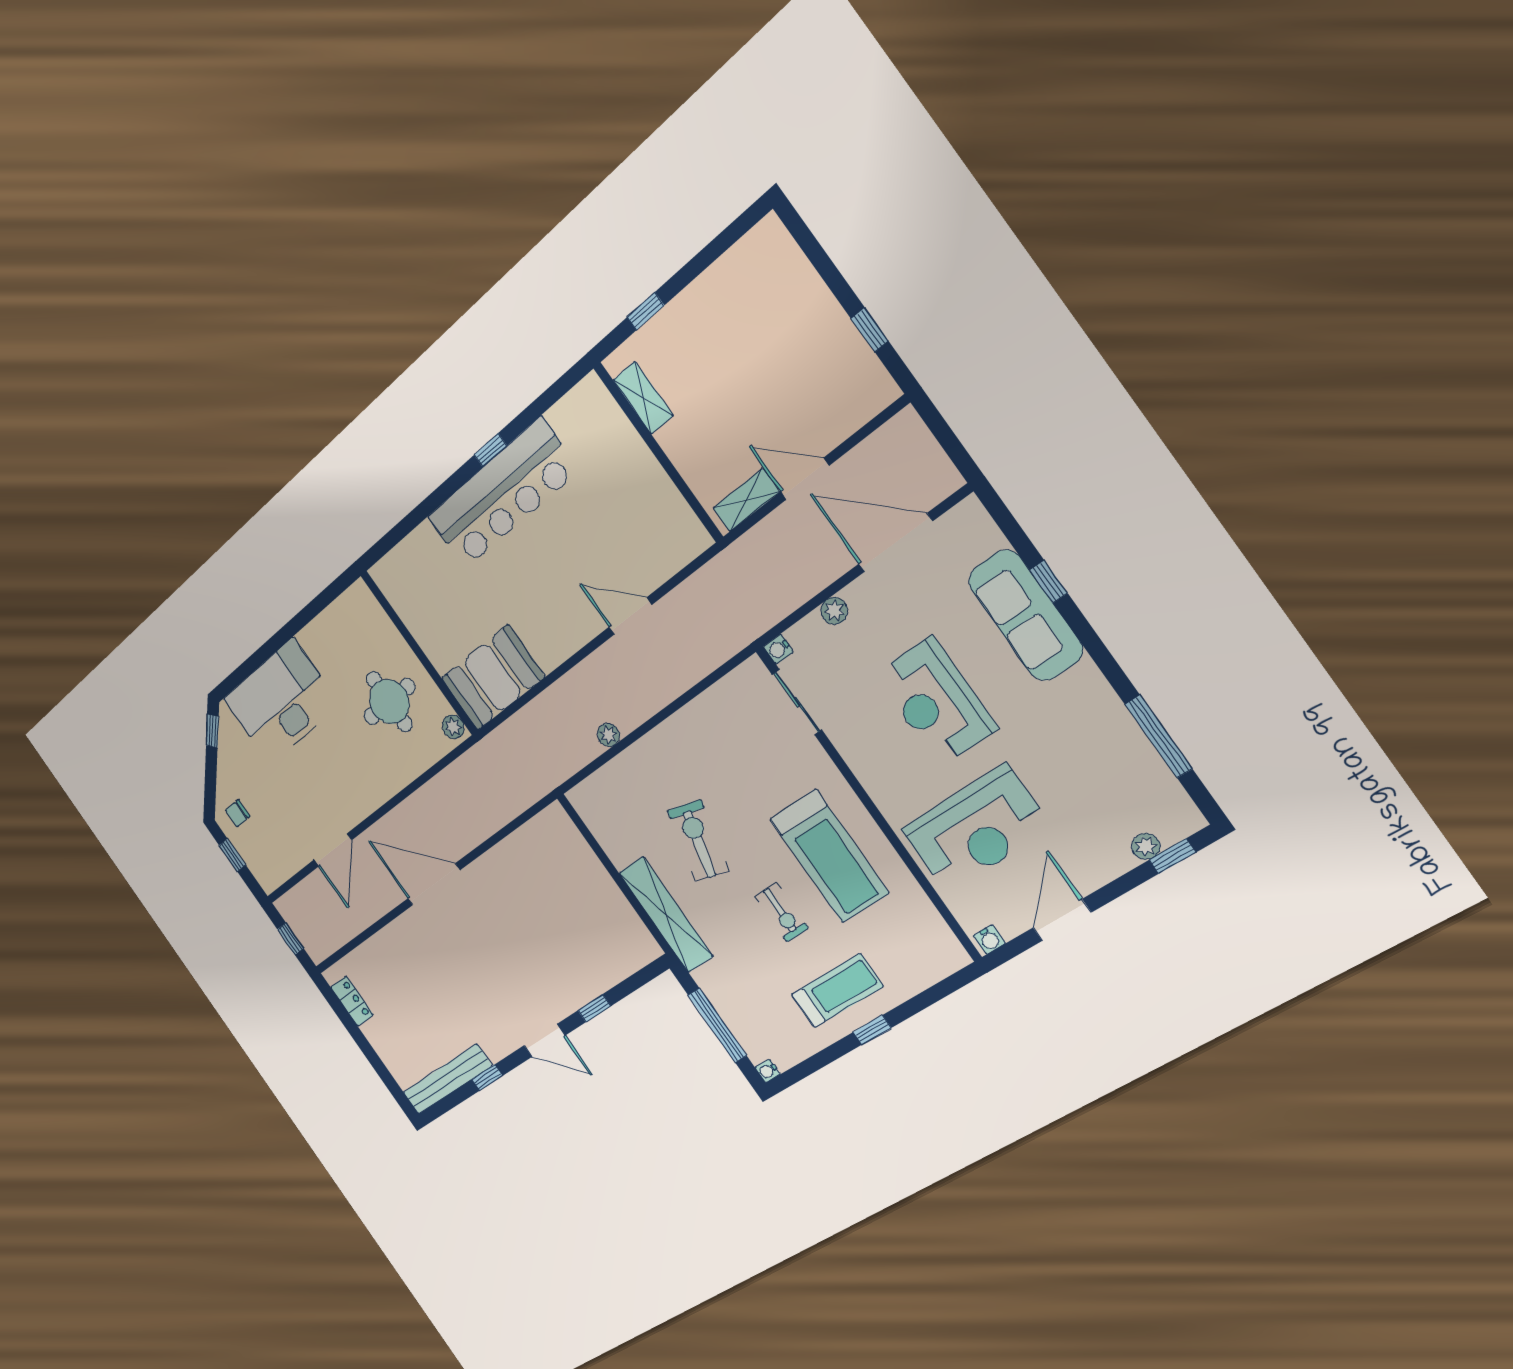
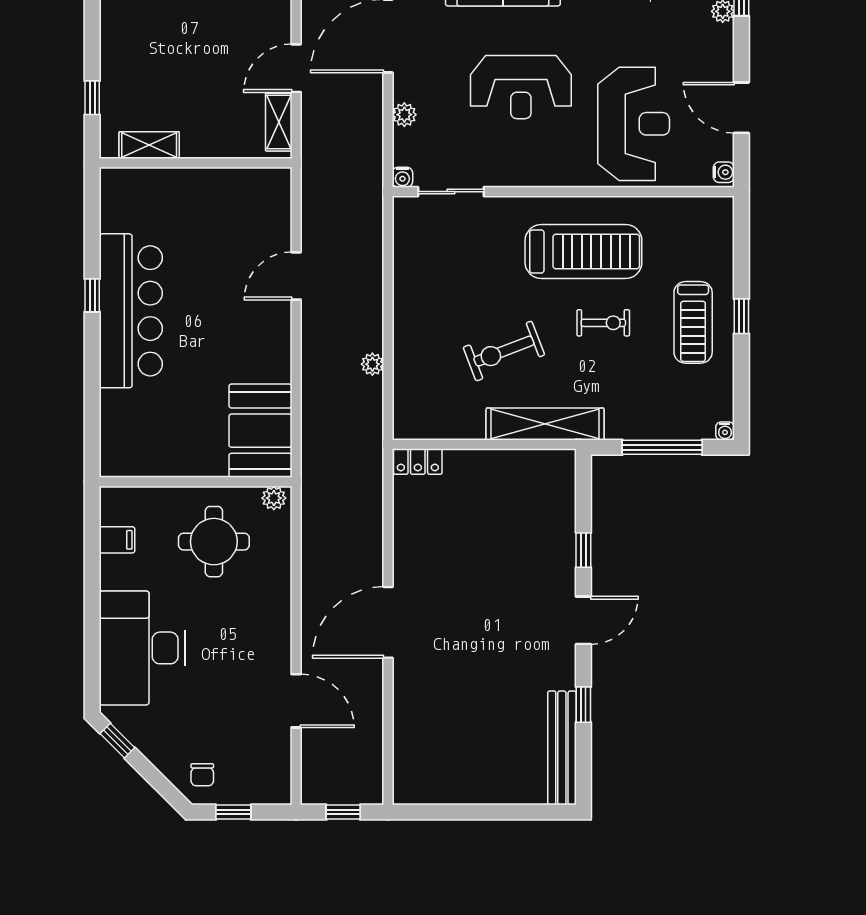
filing cabinet: (336, 622) -> (117, 540), added
exercise bike: (698, 841) -> (504, 351), turned -36
treadmill: (837, 991) -> (693, 322), turned 180
locker: (352, 1001) -> (418, 462), moved, turned 180

